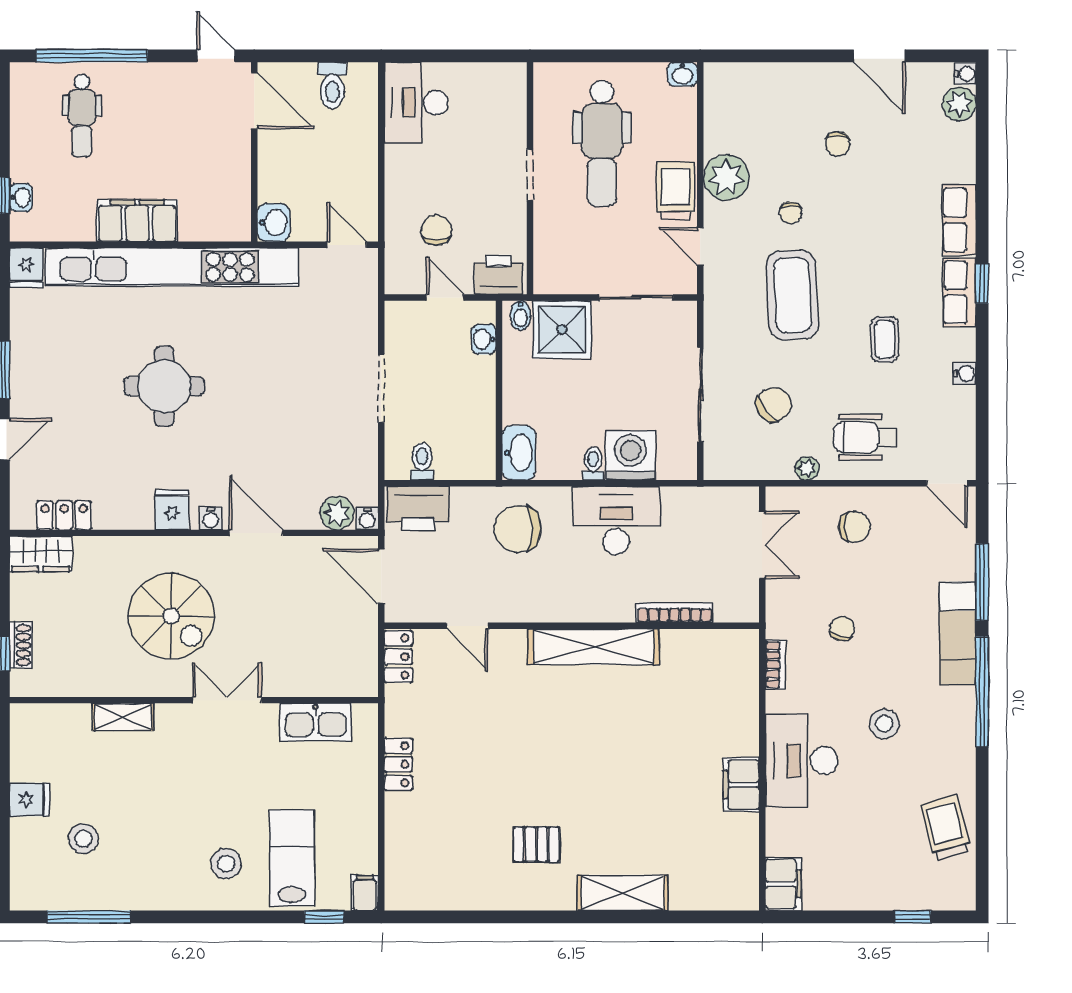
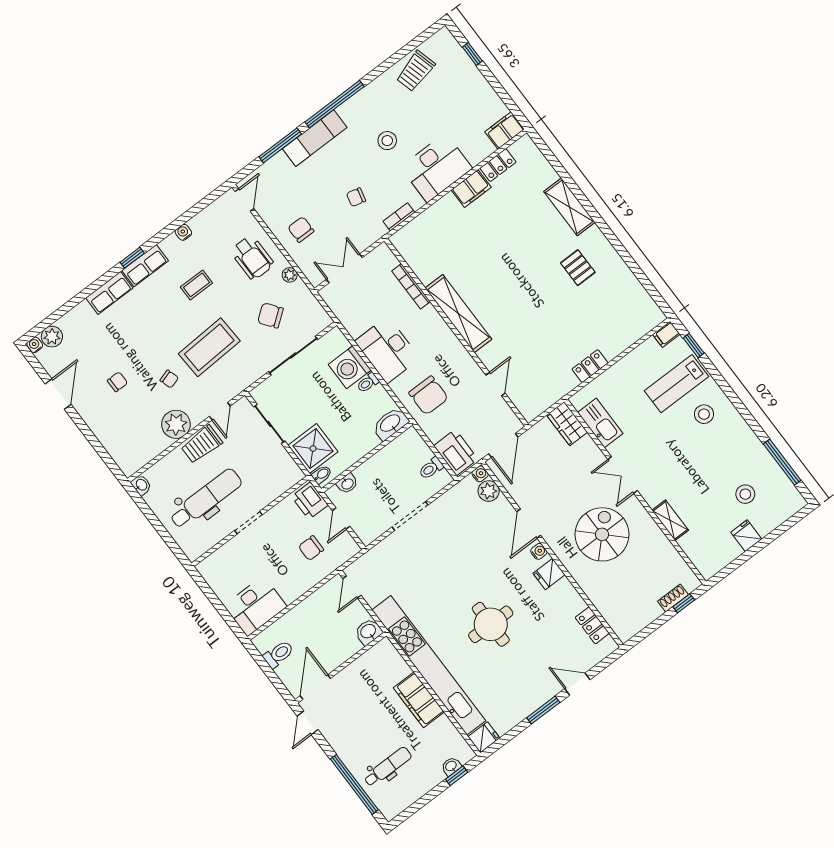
chair: (791, 213) -> (169, 379), turned 73
wardrobe: (41, 554) -> (567, 424), moved, turned 180
locker: (398, 657) -> (498, 165), moved, turned 180

